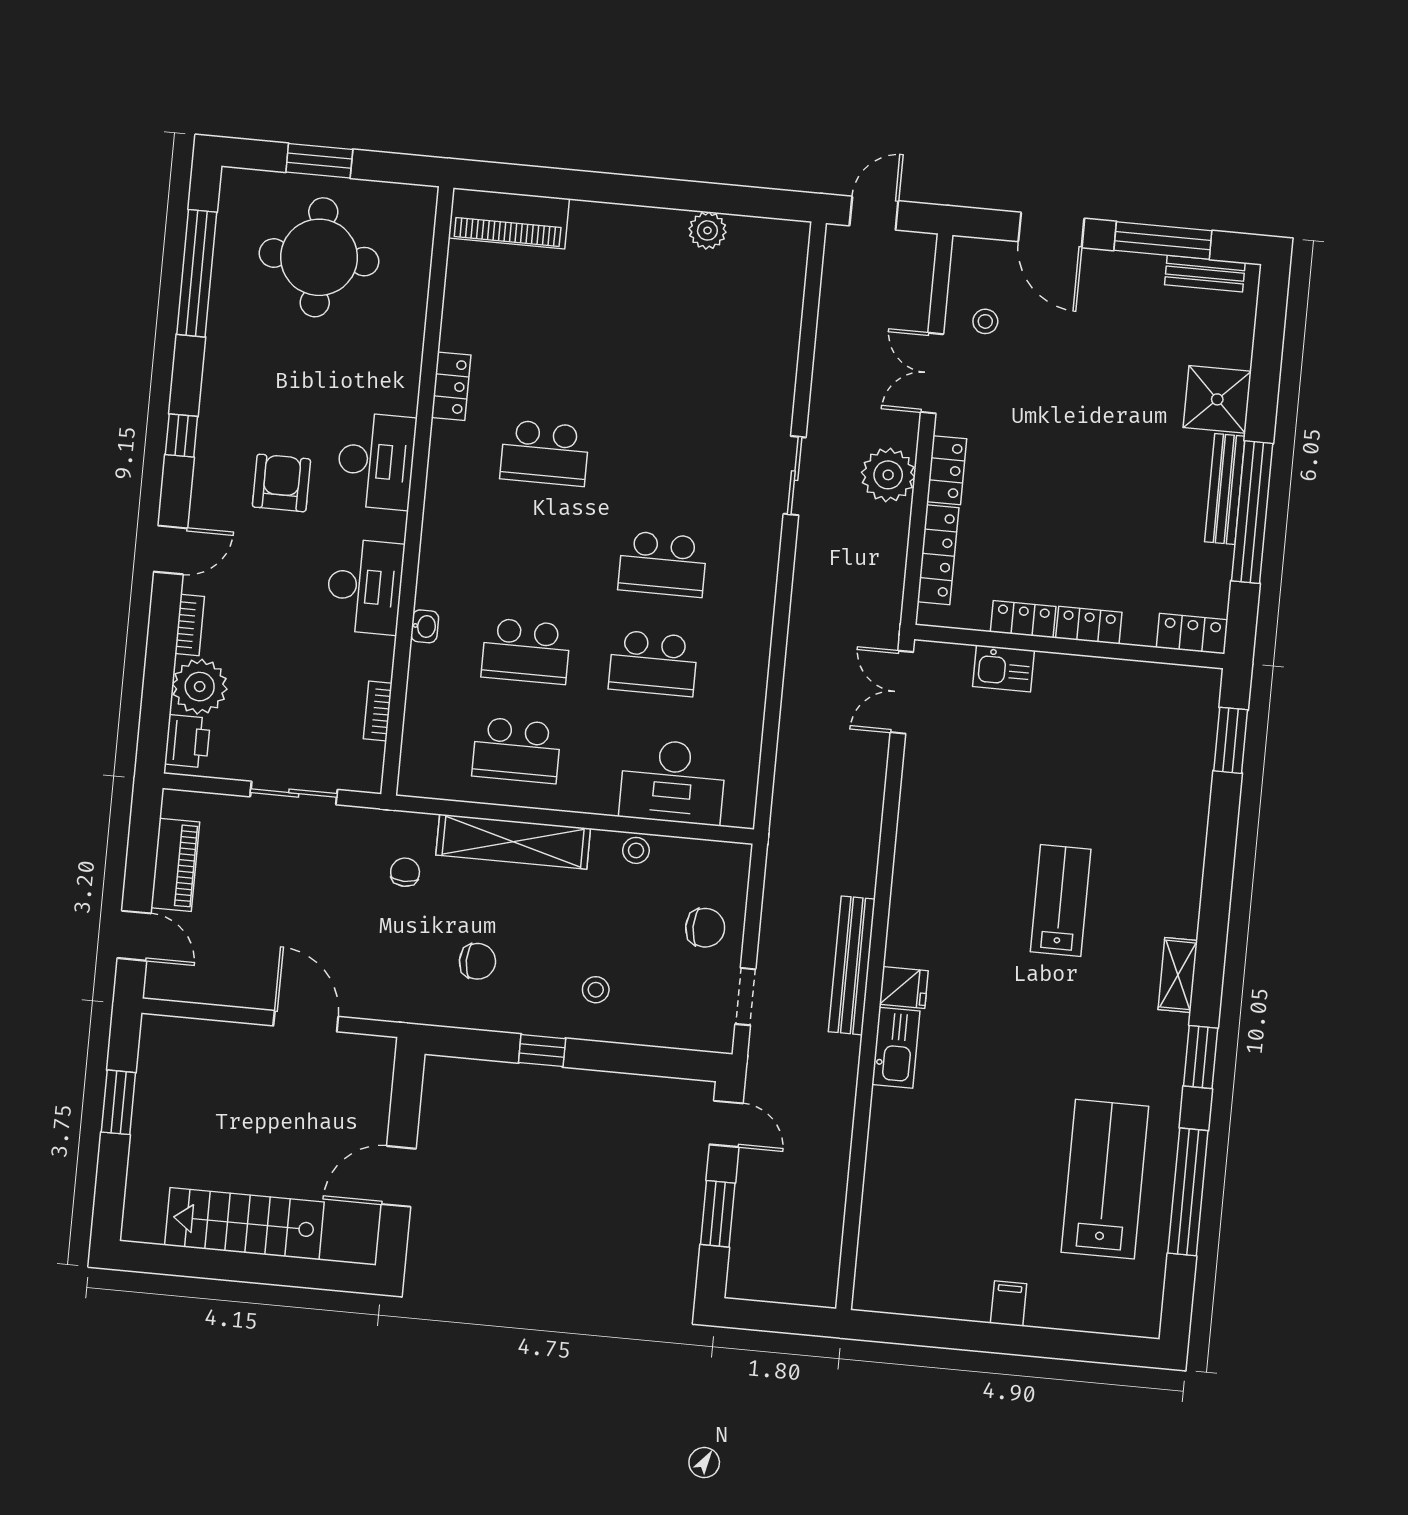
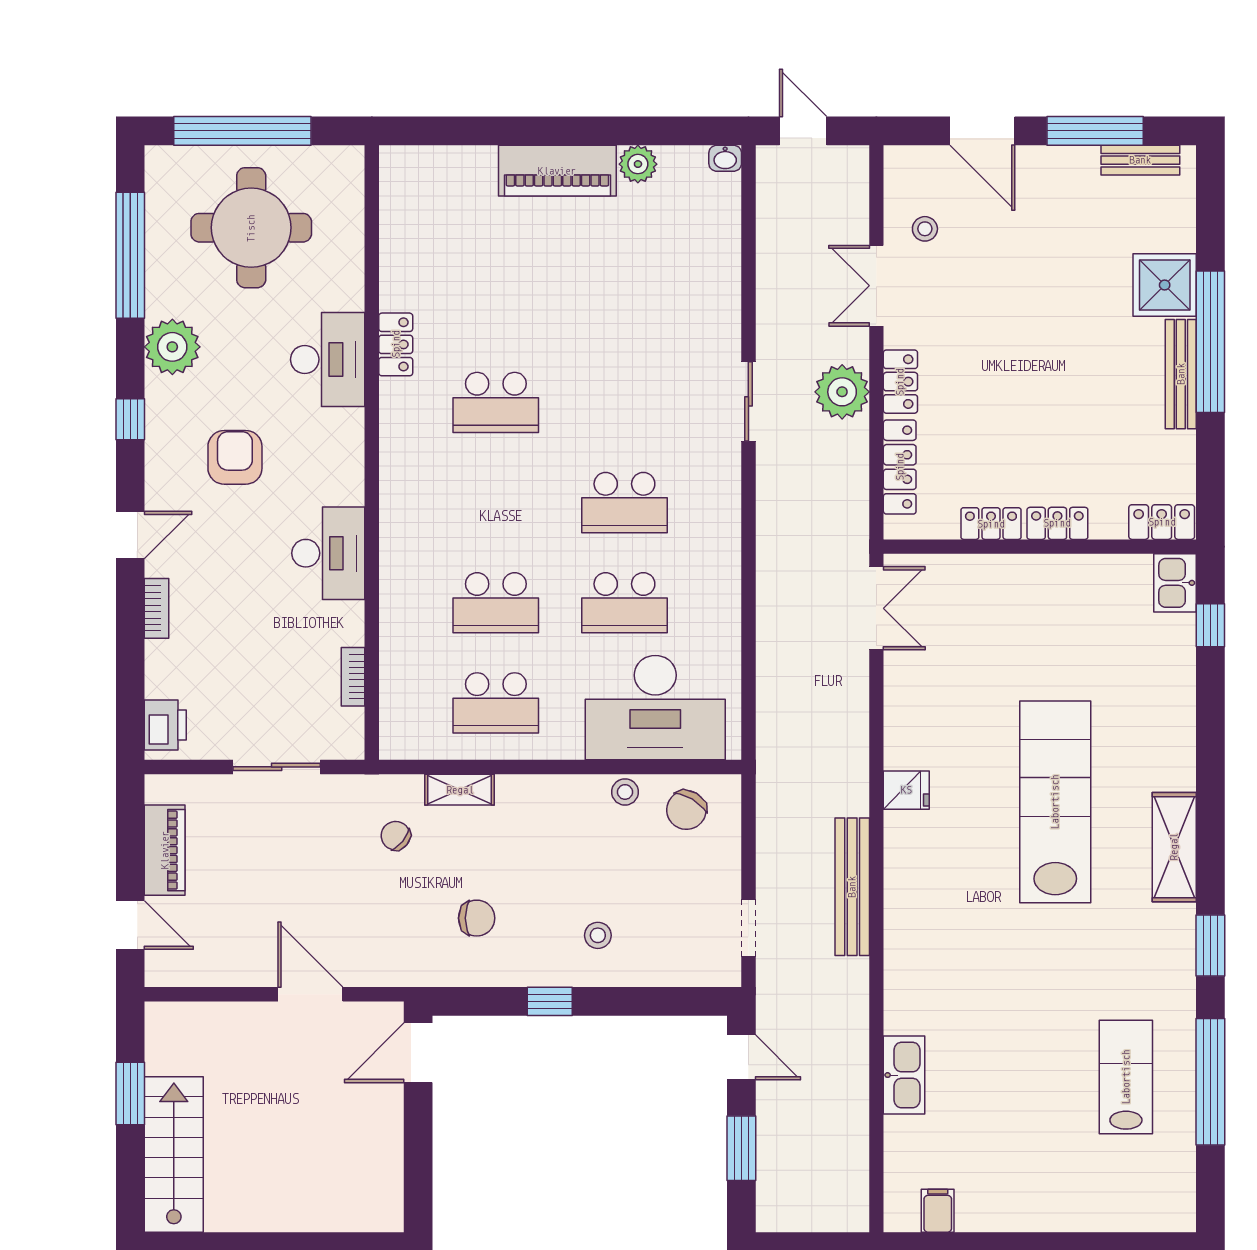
window: (319, 161) -> (242, 131), width x2.11
door: (874, 213) -> (803, 131), hinge flipped
piano: (509, 218) -> (557, 171), moved
desk: (376, 461) -> (328, 359), moved
window: (1252, 512) -> (1210, 342), moved
washbasin: (425, 626) -> (725, 158), moved, turned 90
kitchen sink: (1004, 669) -> (1175, 583), moved, turned 90
plant: (200, 687) -> (172, 347), moved
double door: (902, 692) -> (876, 608), swing flipped
window: (1231, 740) -> (1210, 625), width x0.67
desk: (673, 782) -> (655, 708), width x1.36, depth x1.30
shelving: (513, 842) -> (460, 790), width x0.45, depth x0.75
chair: (405, 872) -> (396, 836), turned -51
lab bench: (1061, 900) -> (1055, 802), width x1.86, depth x1.39
chair: (705, 928) -> (686, 810), moved, turned 121
shelving: (1178, 975) -> (1174, 847), width x1.50, depth x1.33
fridge: (904, 988) -> (906, 790), moved
kitchen sink: (896, 1048) -> (904, 1075), moved
door: (399, 1176) -> (418, 1053), moved
lab bench: (1105, 1179) -> (1126, 1077), width x0.73, depth x0.72
stairs: (244, 1224) -> (174, 1154), moved, turned 90
filing cabinet: (1009, 1304) -> (938, 1211), moved

